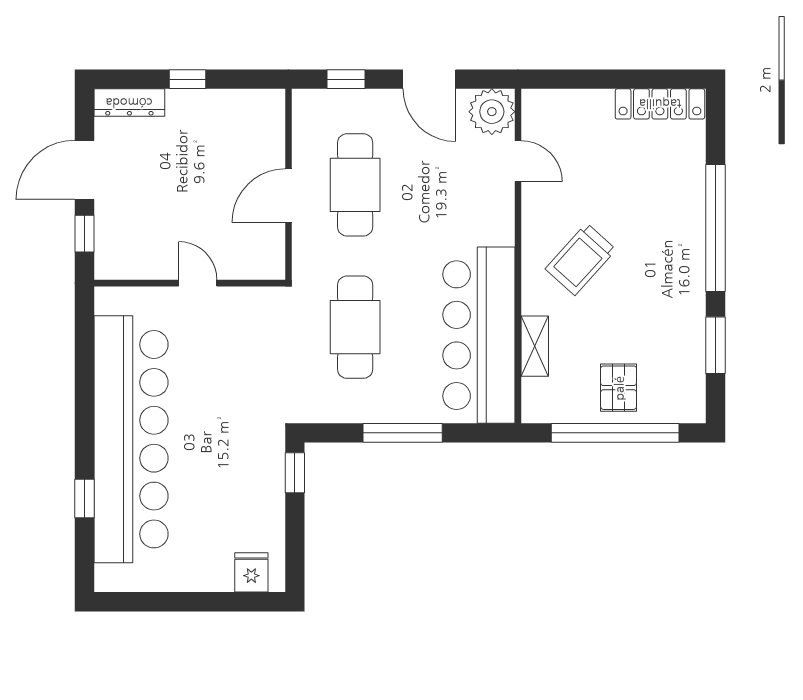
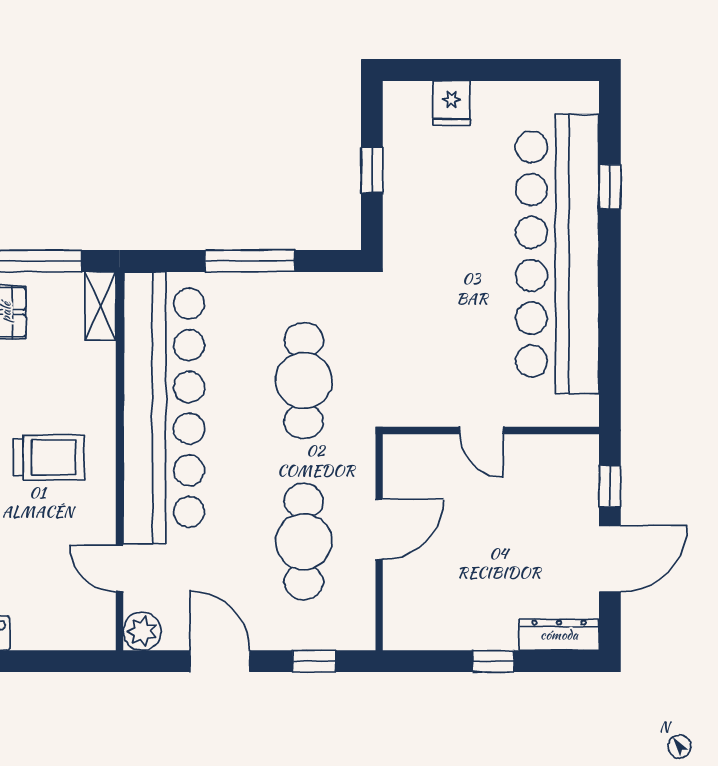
plant: (492, 112) -> (142, 631), width x0.73, depth x0.73
trolley: (581, 259) -> (49, 457), turned 48
bar counter: (479, 335) -> (164, 408), width x1.36
shelving: (535, 346) -> (101, 306), moved
window: (295, 473) -> (372, 170), moved
fridge: (251, 572) -> (452, 103), moved

